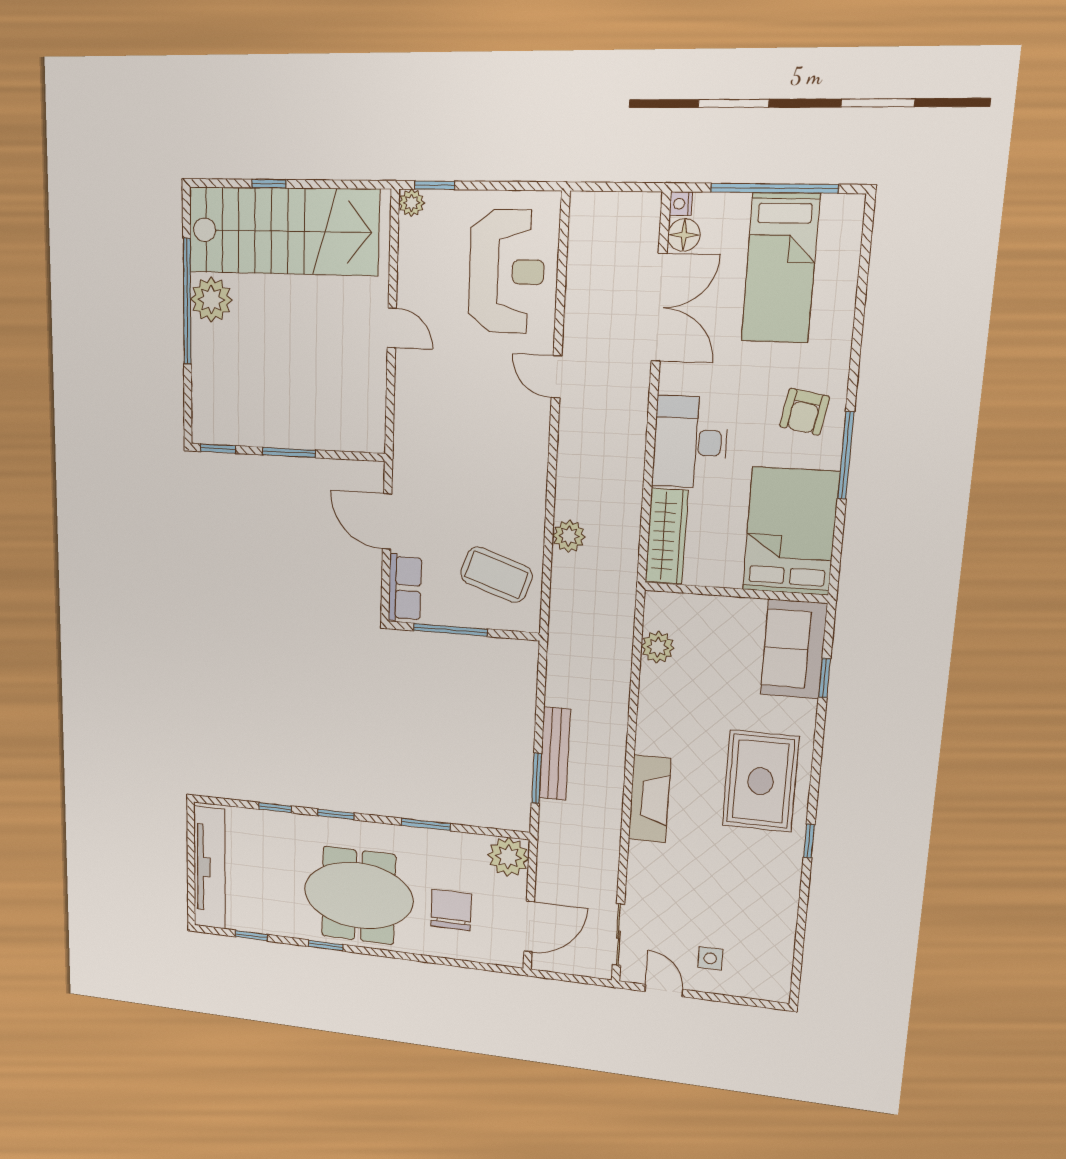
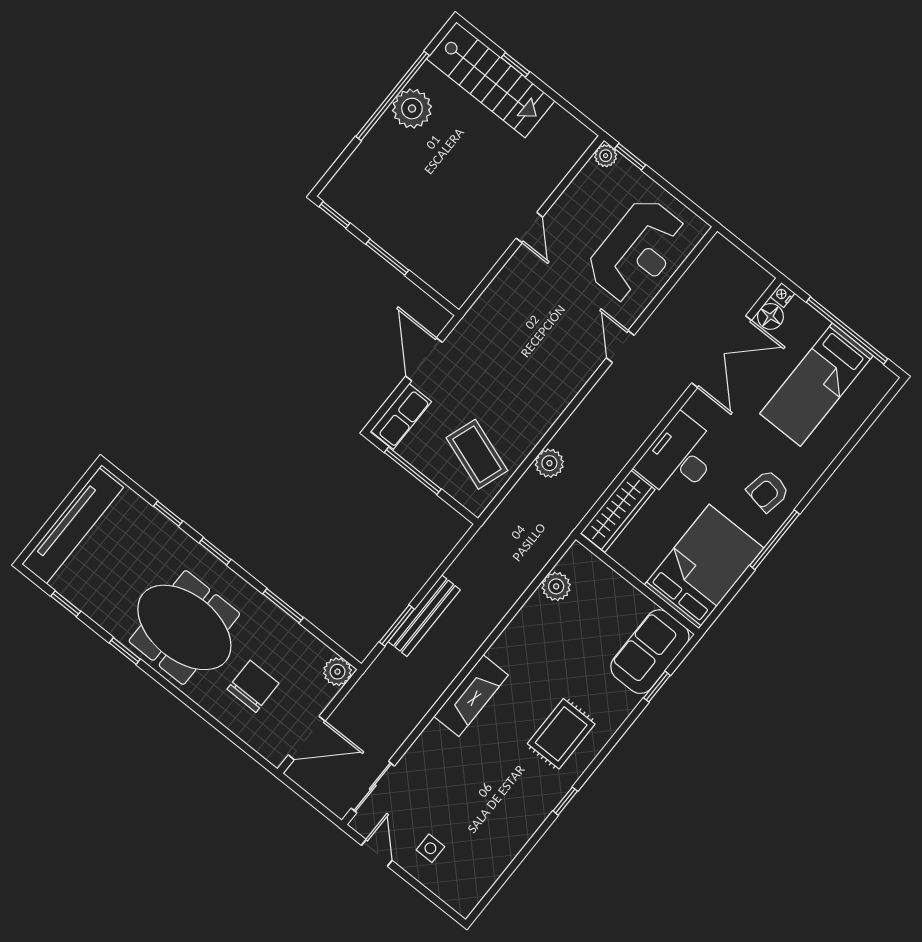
stairs: (283, 231) -> (491, 80), width x0.73, depth x0.66
rug: (760, 781) -> (561, 734), width x0.73, depth x0.70
plant: (508, 857) -> (338, 672), width x0.73, depth x0.73

